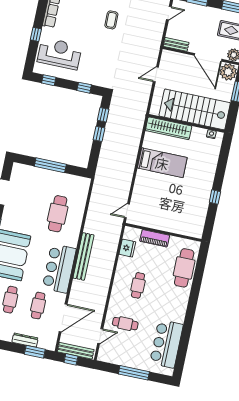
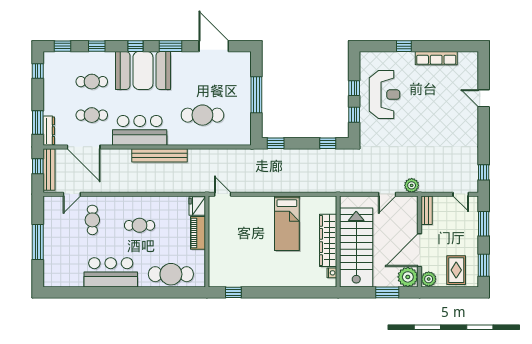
coffee table: (111, 20) -> (439, 130), removed
plant: (153, 53) -> (412, 185), added
reception desk: (60, 54) -> (385, 95), moved
door: (156, 74) -> (387, 194), swing flipped
window: (49, 80) -> (354, 88), moved
wardrobe: (169, 128) -> (328, 240), moved
window: (99, 134) -> (276, 143), moved
window: (215, 197) -> (233, 292), moved
fridge: (127, 248) -> (197, 206), moved, turned 90
door: (100, 336) -> (72, 194), hinge flipped
dresser: (25, 340) -> (49, 131), moved
bar counter: (166, 344) -> (111, 272), moved

